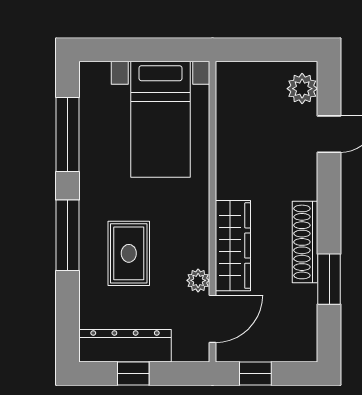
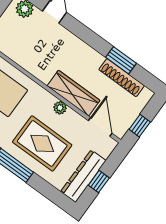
shoe rack: (305, 242) -> (122, 78), moved
rug: (129, 253) -> (42, 143), width x1.36, depth x1.43
plant: (198, 280) -> (60, 108), moved

